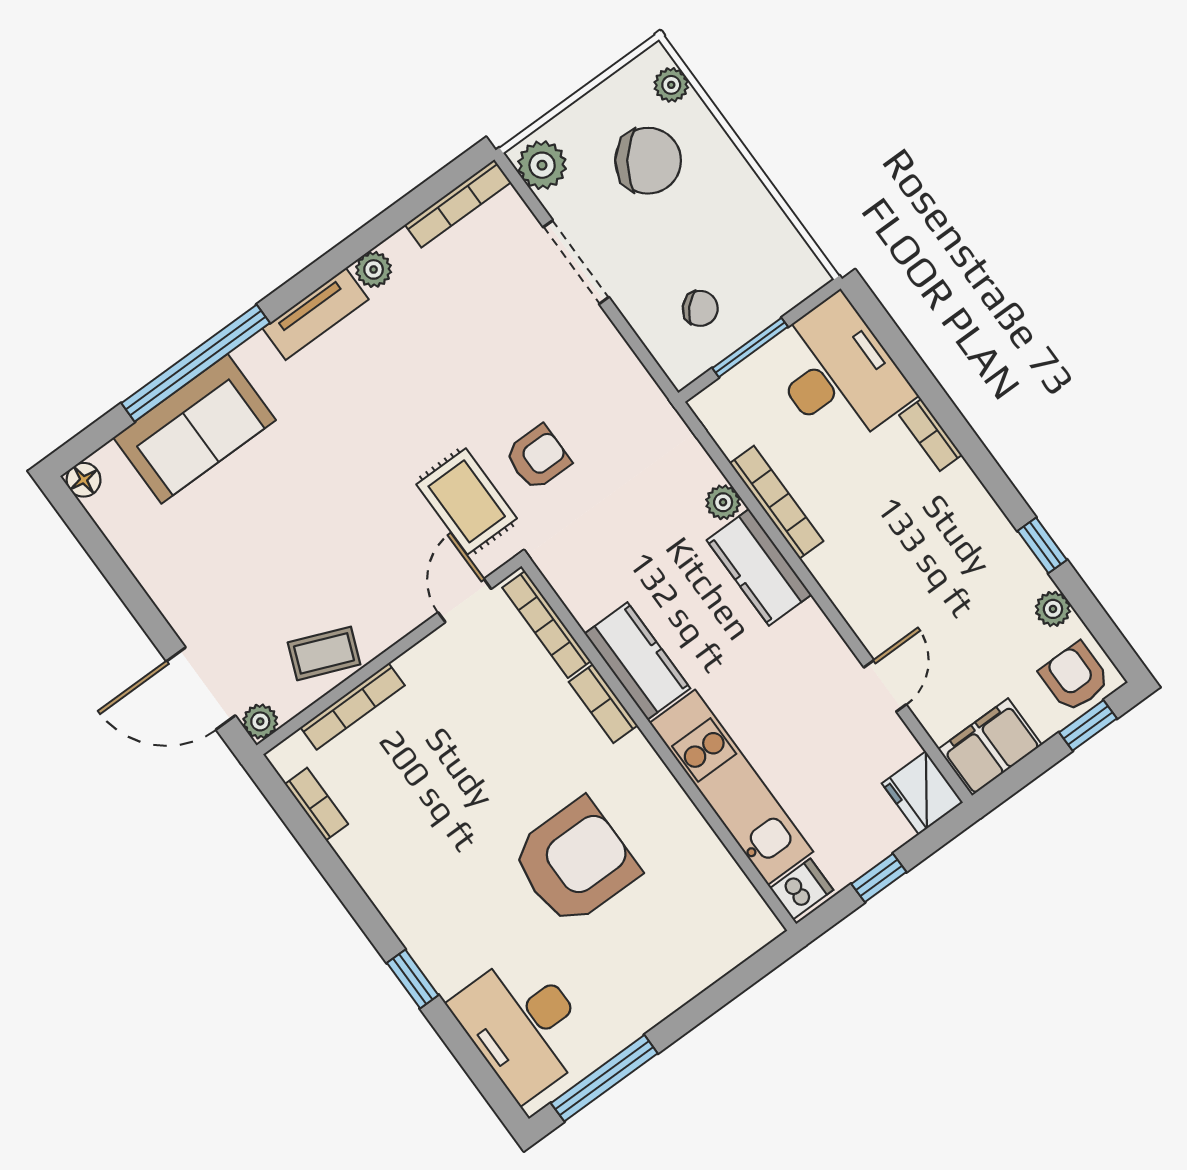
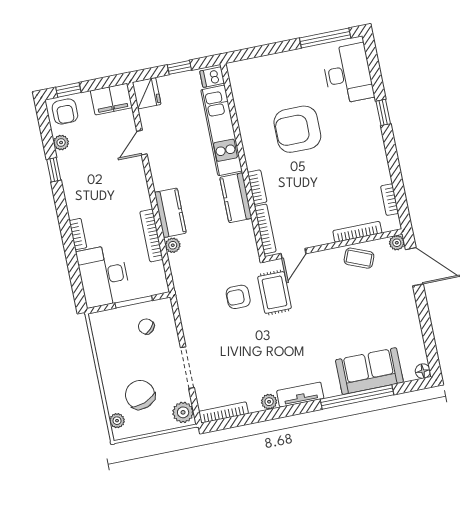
chair: (648, 161) -> (140, 395), turned 32

